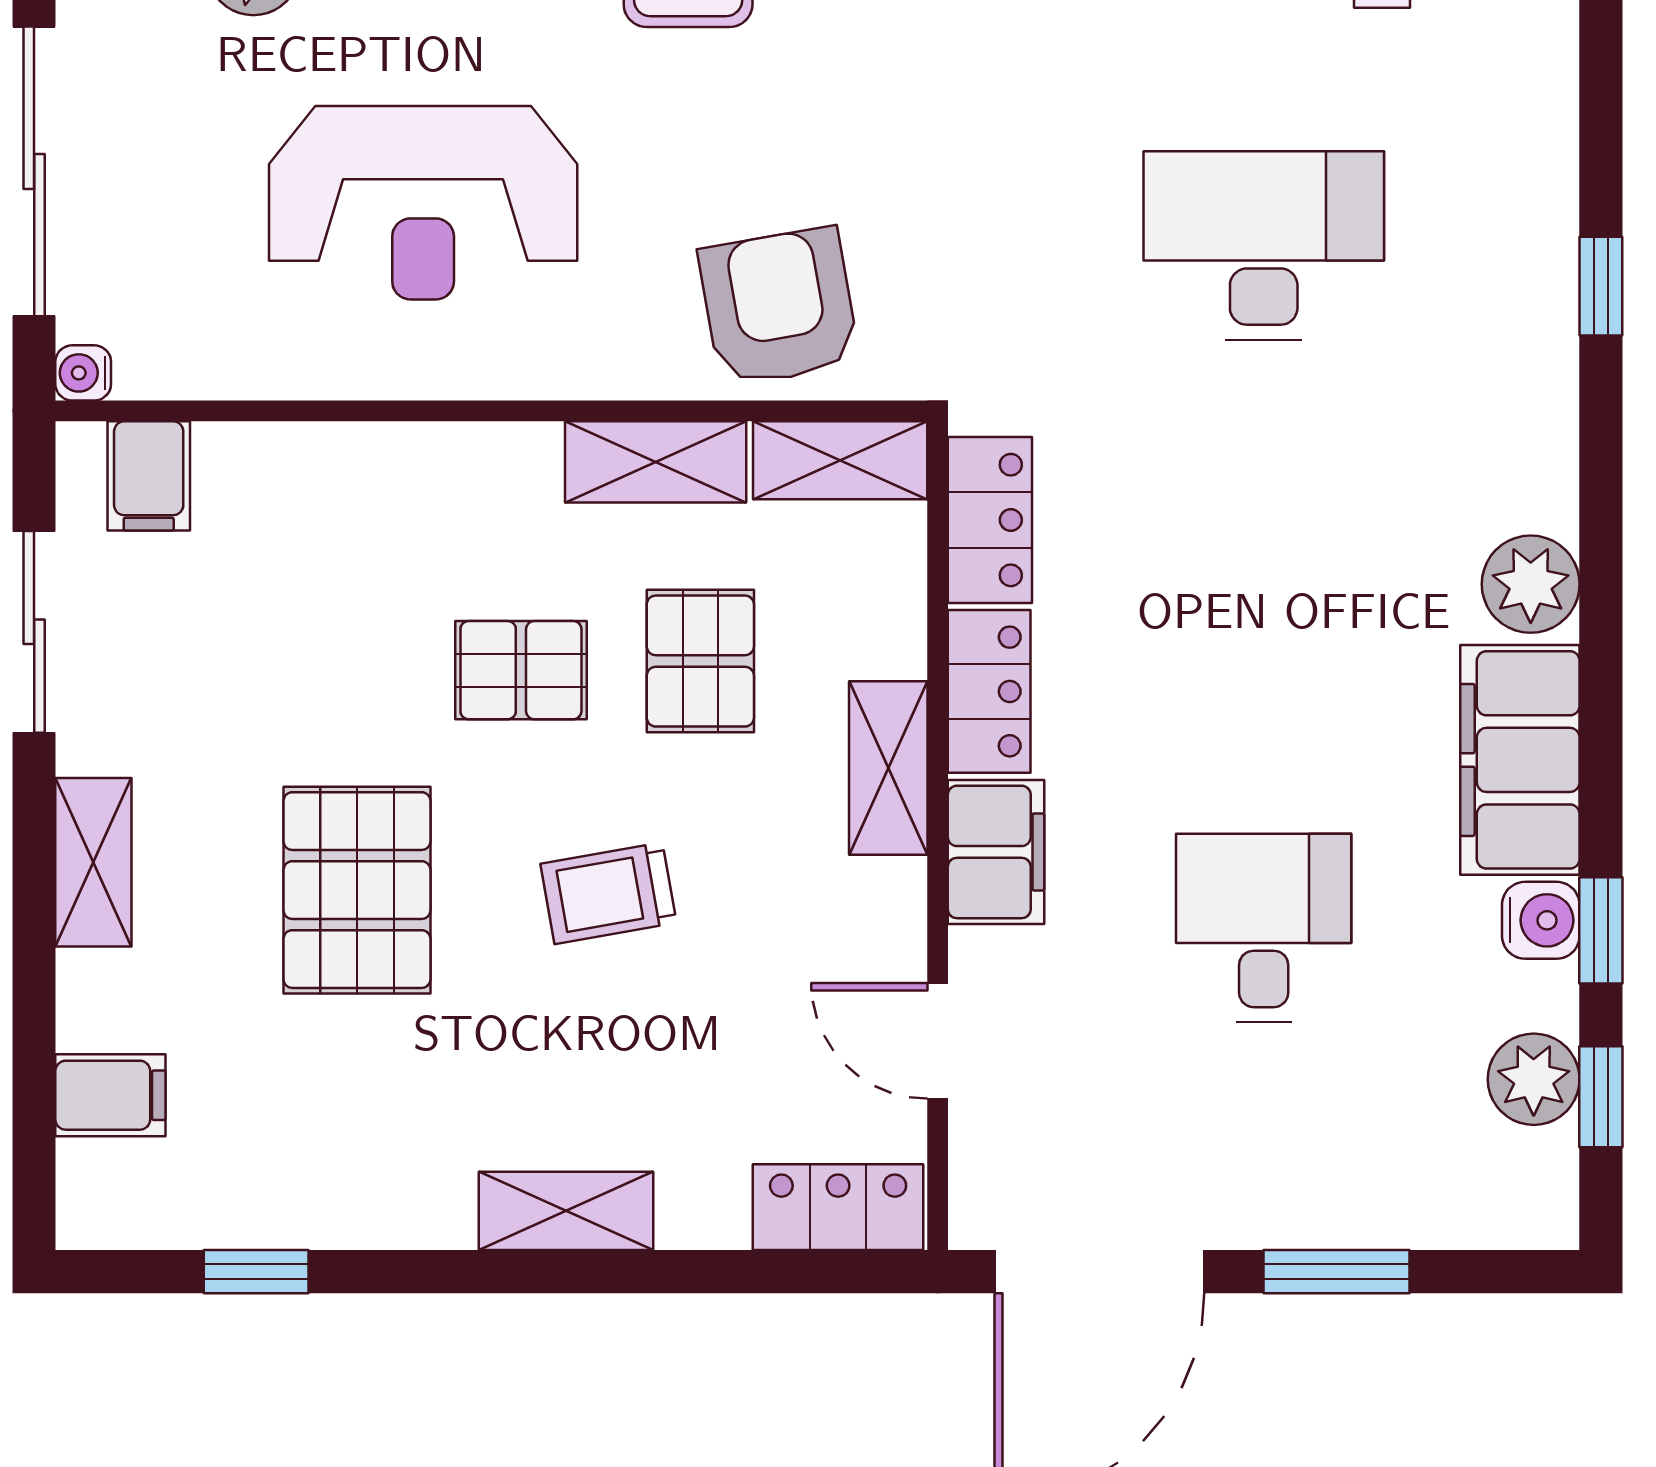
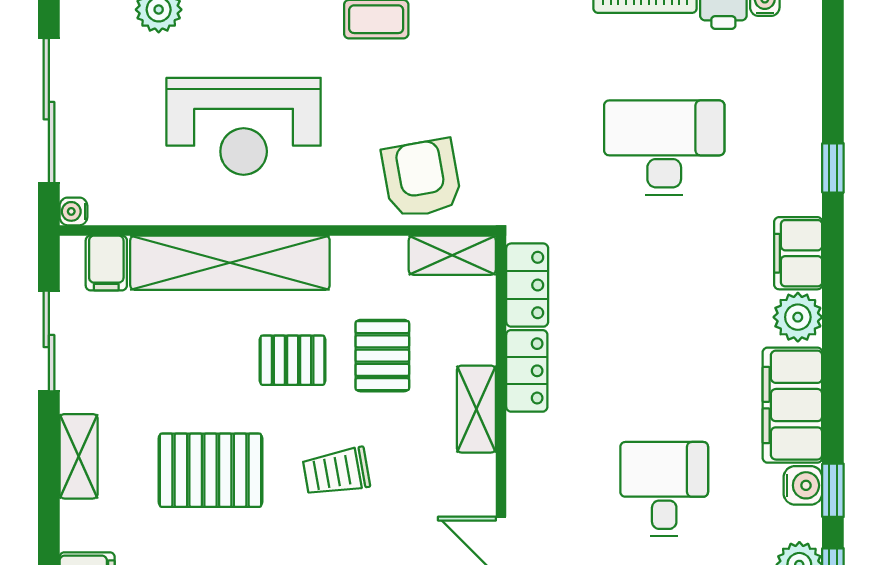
shelving: (656, 462) -> (230, 263), moved, width x2.20, depth x1.33
filing cabinet: (996, 852) -> (798, 253), moved, turned 180
pallet: (357, 890) -> (210, 470), turned 90

